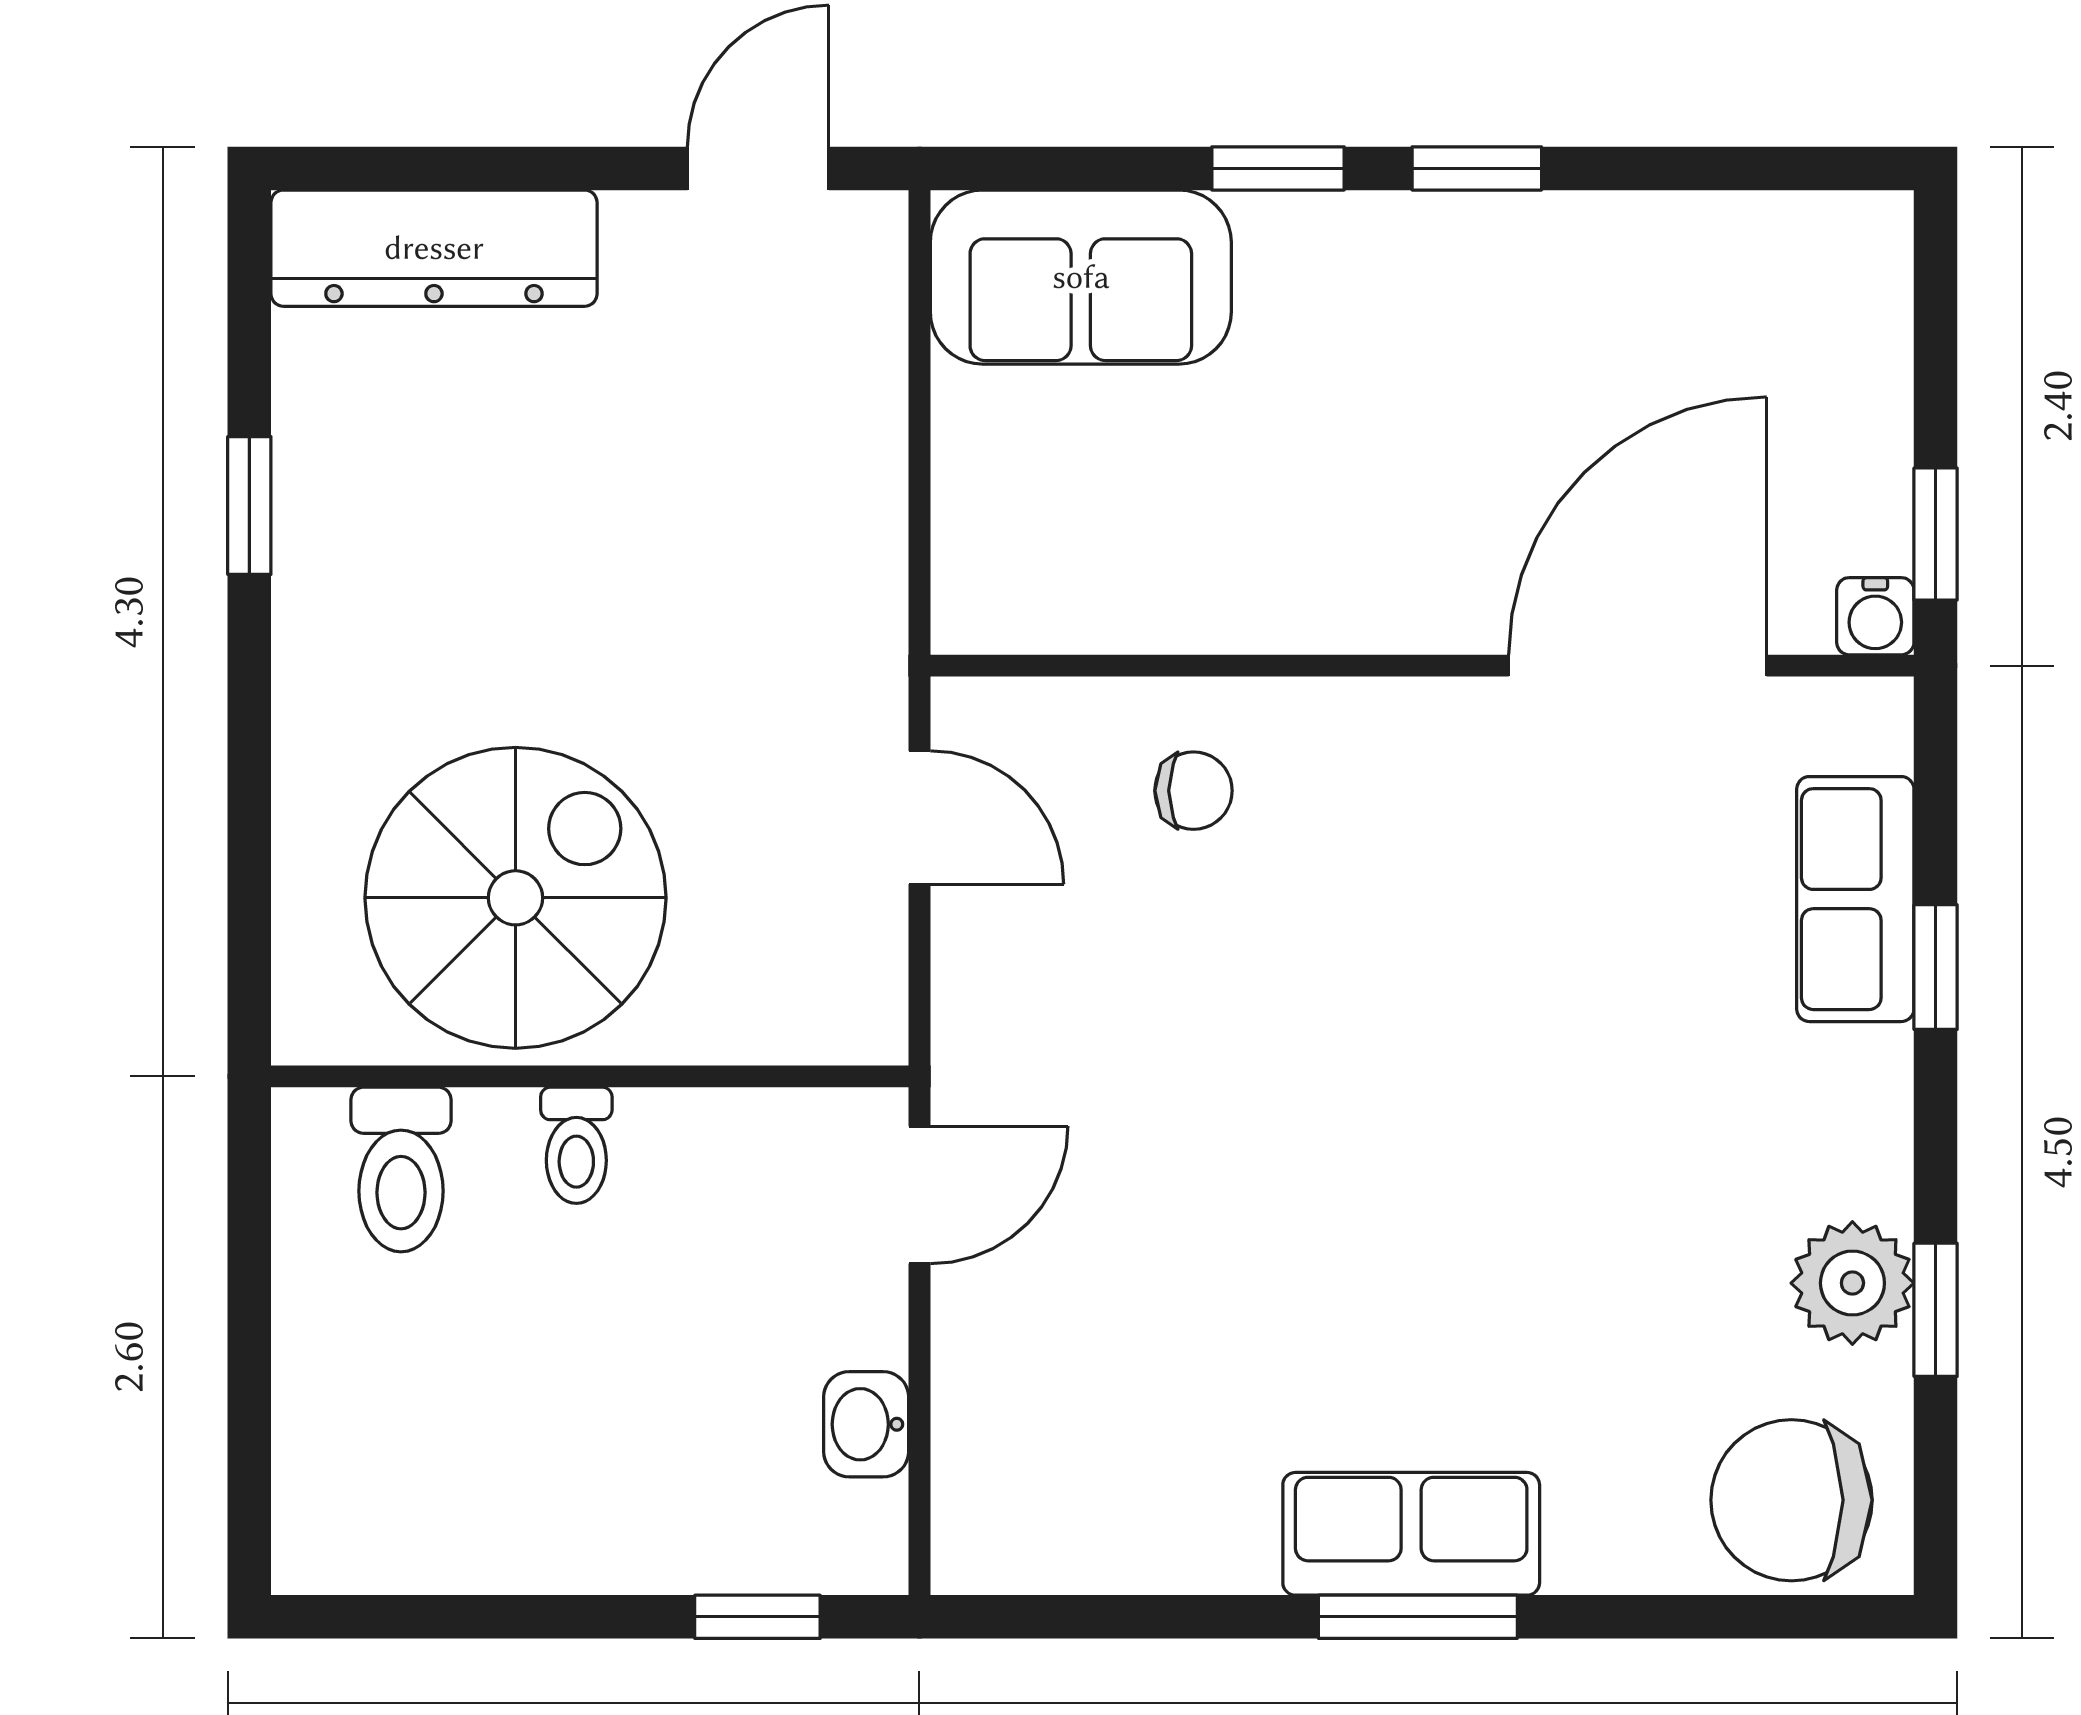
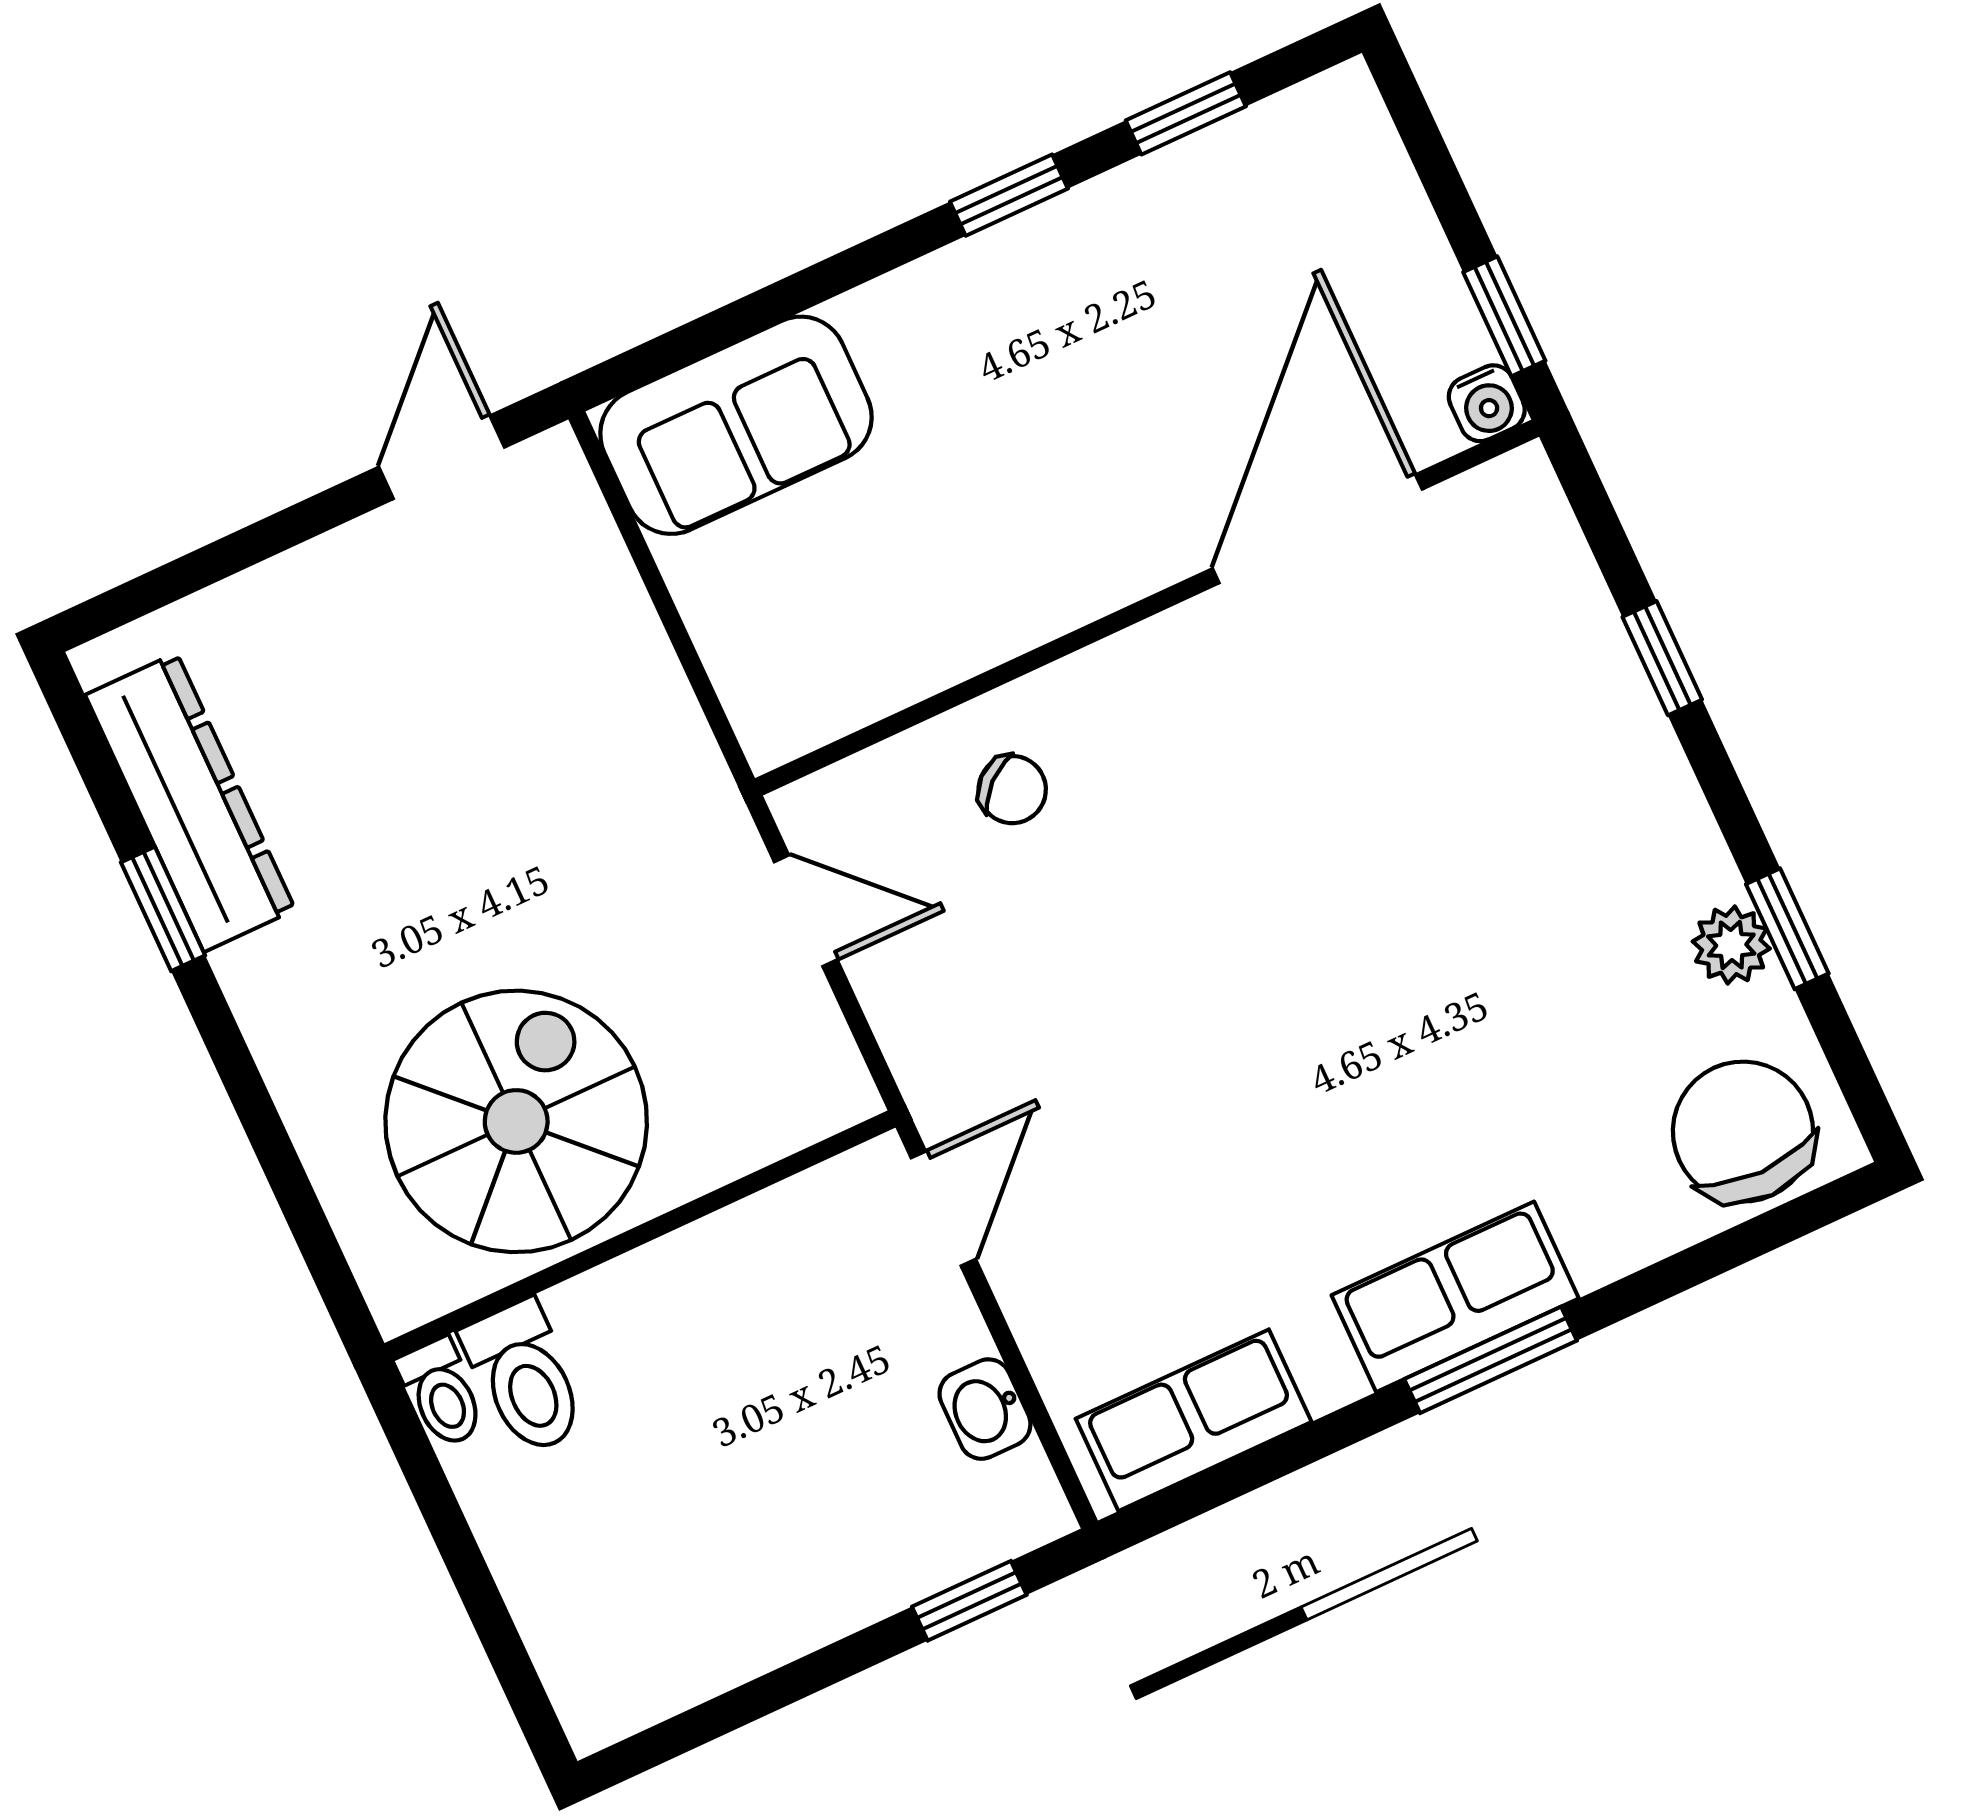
window: (1278, 168) -> (1186, 113), moved
dresser: (434, 248) -> (190, 802), moved, turned -90
chair: (1193, 791) -> (1012, 790), turned 48
row of seats: (1855, 899) -> (1194, 1420), moved, turned 90
toilet: (576, 1145) -> (442, 1393), moved
plant: (1852, 1283) -> (1731, 945), width x0.73, depth x0.73
chair: (1791, 1500) -> (1743, 1132), turned 90

